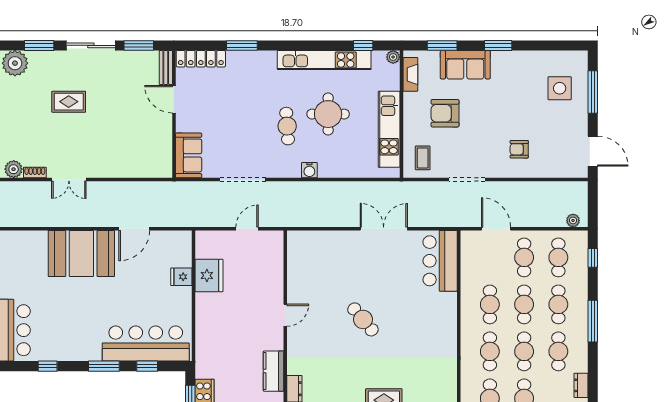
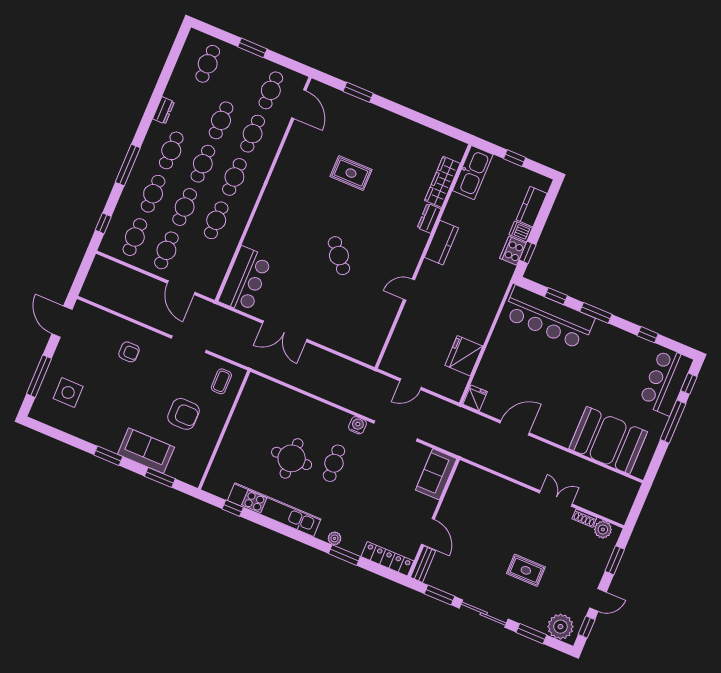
plant: (393, 57) -> (335, 538), moved
fireplace: (410, 74) -> (200, 463), removed
kitchen unit: (389, 129) -> (241, 421), removed
water cooler: (309, 170) -> (357, 425), moved
plant: (573, 220) -> (107, 265), removed
booth: (81, 253) -> (608, 440), moved
fridge: (181, 277) -> (475, 398), moved, turned -90

